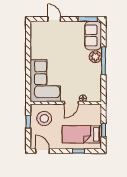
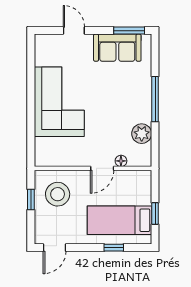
sofa: (93, 36) -> (117, 48), moved, turned -90
plant: (95, 57) -> (142, 134), moved
corner sofa: (45, 81) -> (59, 102), moved
door: (42, 151) -> (55, 248), swing flipped

